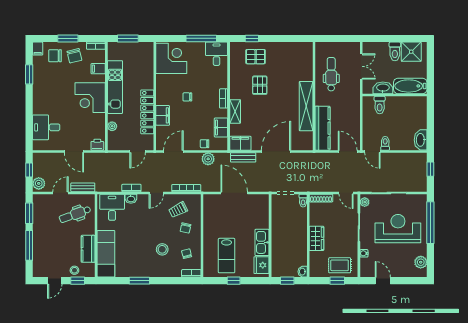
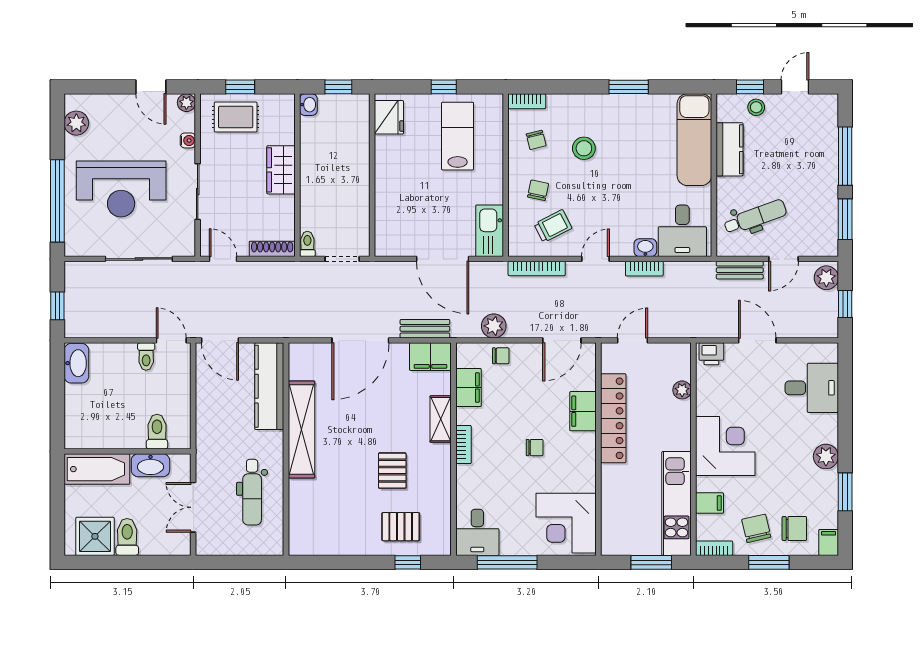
kitchen unit: (115, 87) -> (677, 503), moved
plant: (39, 92) -> (826, 456), added
plant: (365, 202) -> (186, 103), moved
kitchen sink: (262, 242) -> (490, 231), moved, turned 180

